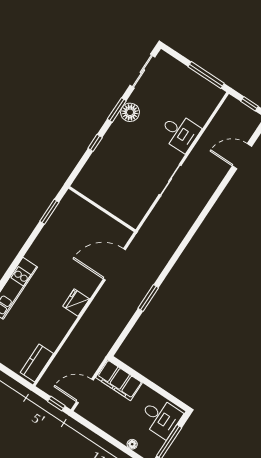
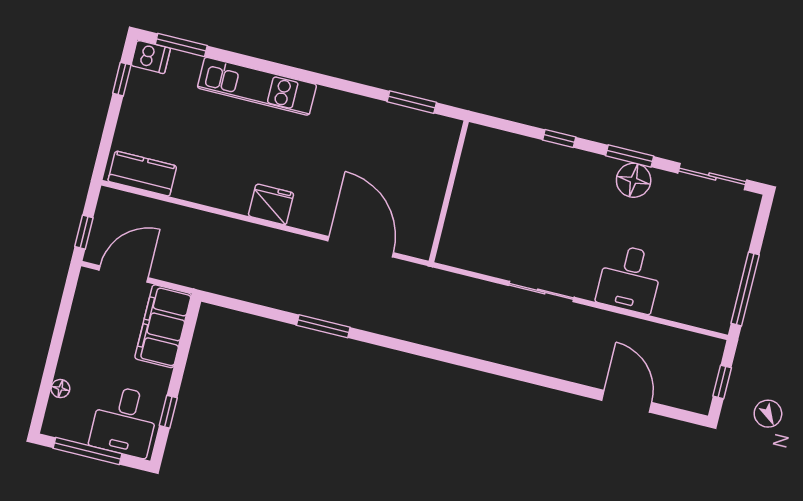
door: (85, 391) -> (124, 274), hinge flipped
window: (164, 393) -> (168, 412), added

